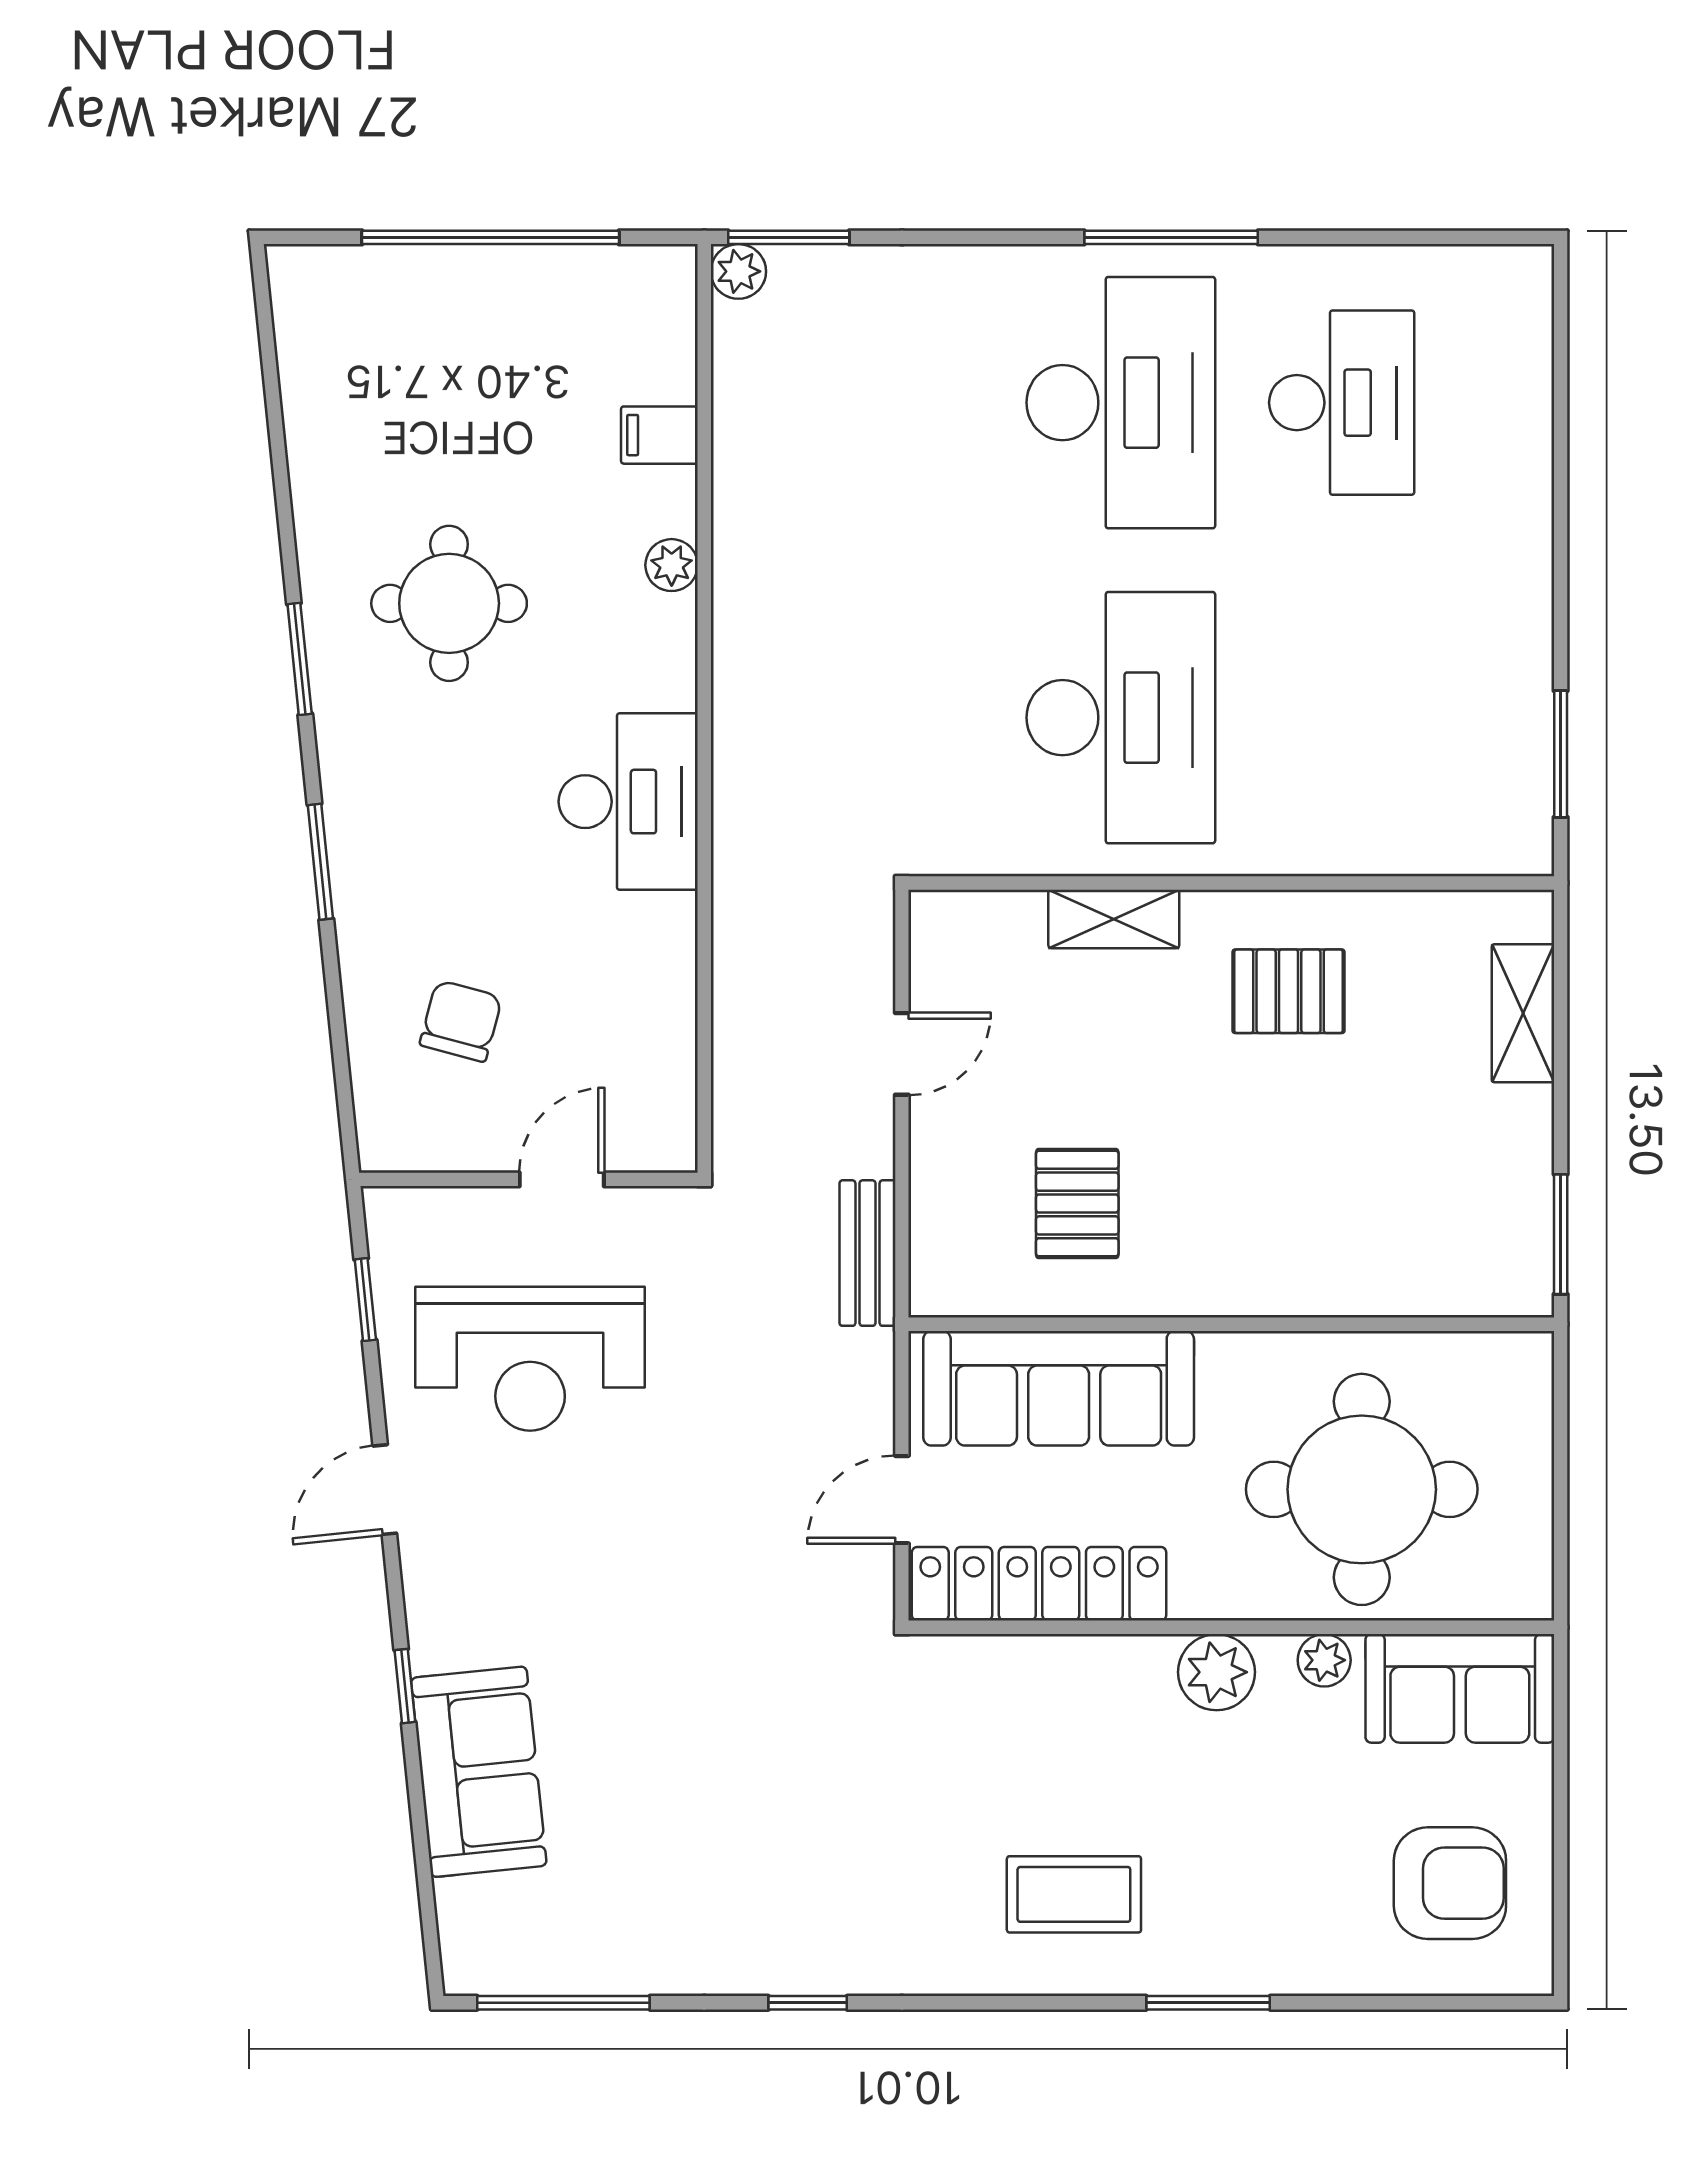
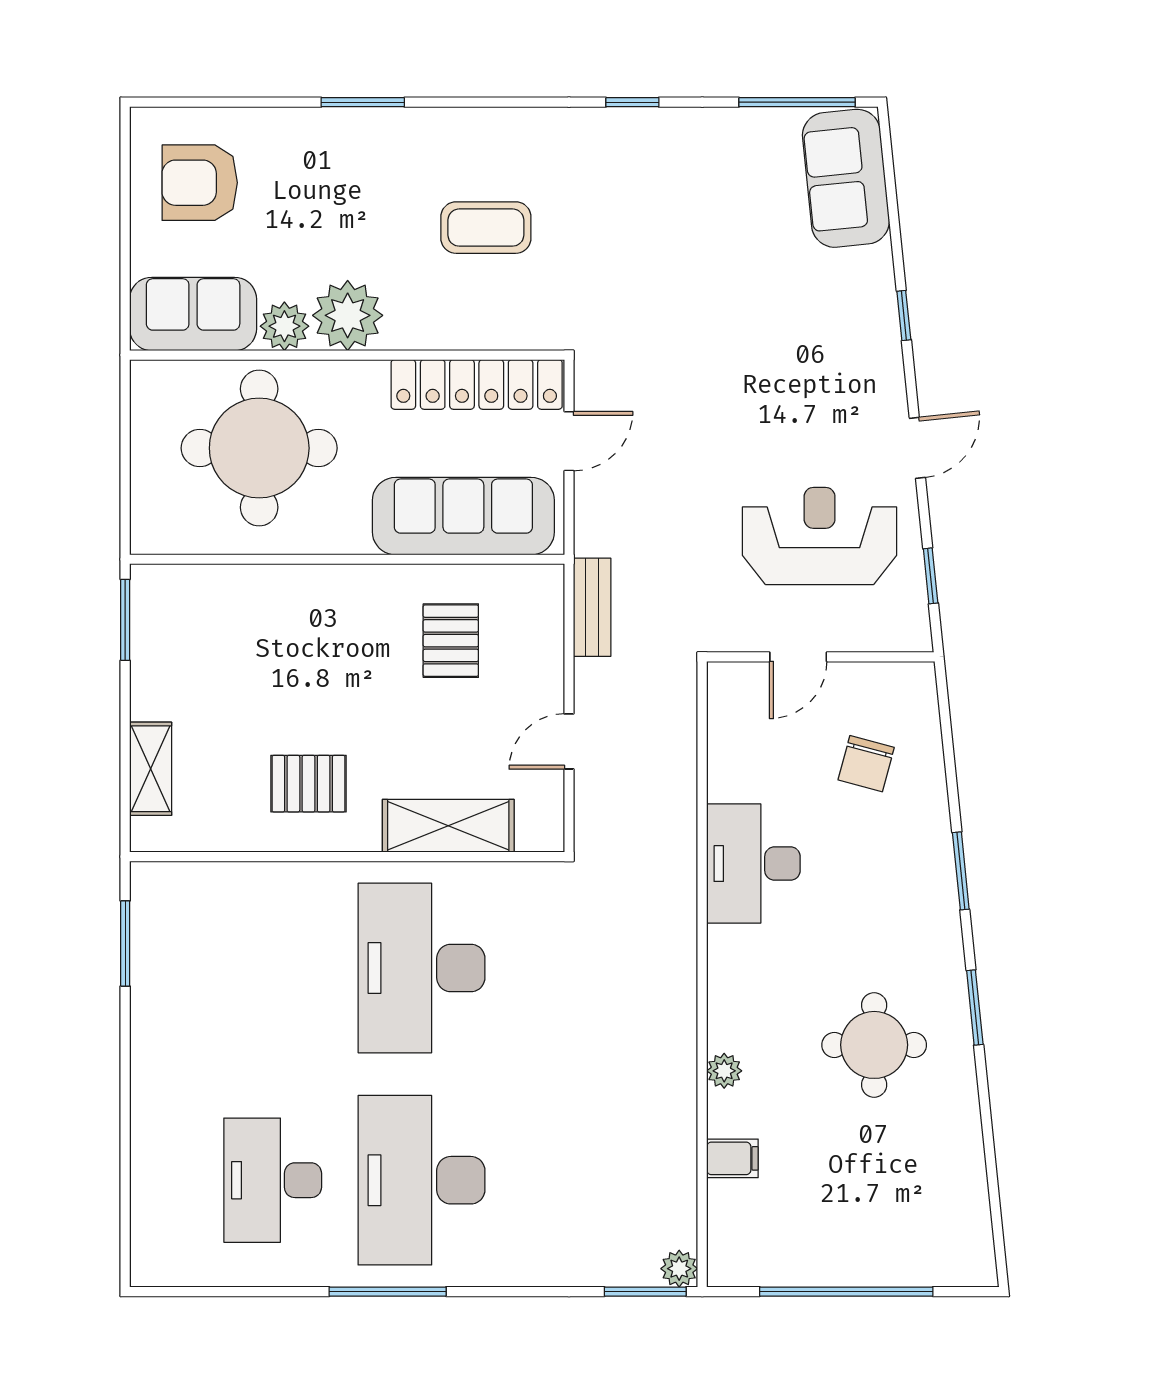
desk: (628, 802) -> (753, 864), moved
shelving: (1114, 919) -> (448, 826), width x1.50, depth x1.33
plant: (1324, 1660) -> (284, 326), width x1.38, depth x1.38
plant: (1217, 1672) -> (348, 315), width x1.36, depth x1.36
sofa: (479, 1772) -> (846, 178), moved
coffee table: (1074, 1894) -> (486, 228), moved

